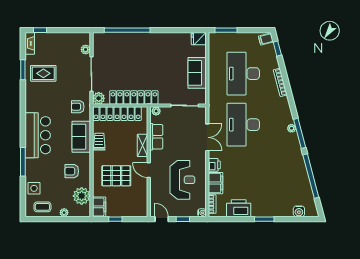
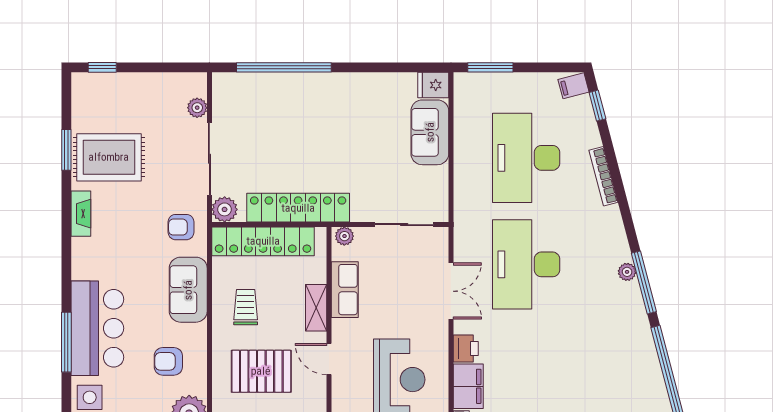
fireplace: (30, 43) -> (81, 214), moved
rug: (43, 73) -> (109, 157), width x1.36, depth x1.43
sofa: (197, 73) -> (430, 132), moved
bar counter: (38, 135) -> (97, 328), moved
trolley: (99, 142) -> (246, 307), moved

